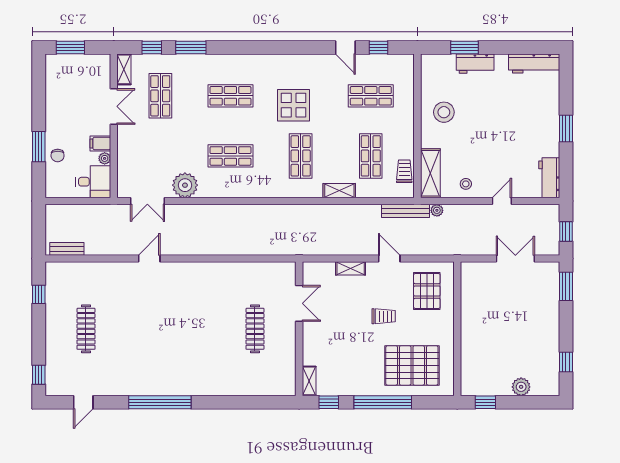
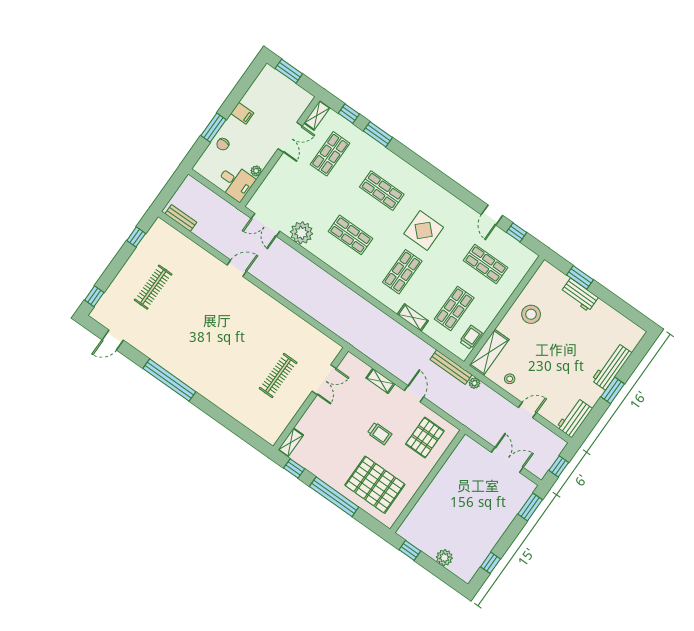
workbench: (534, 64) -> (612, 367), moved, turned 90
filing cabinet: (100, 143) -> (242, 113), moved, turned 180

